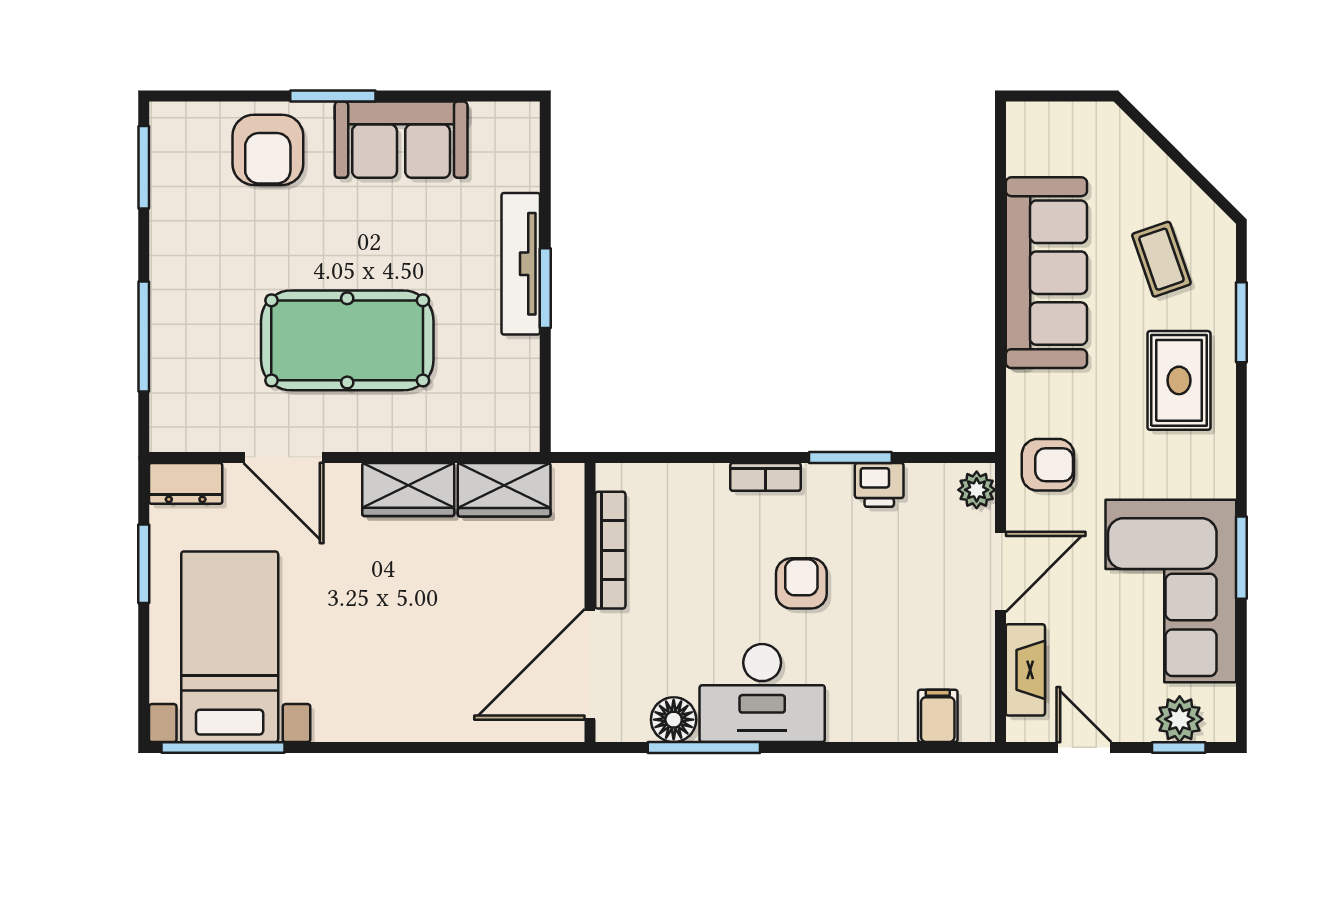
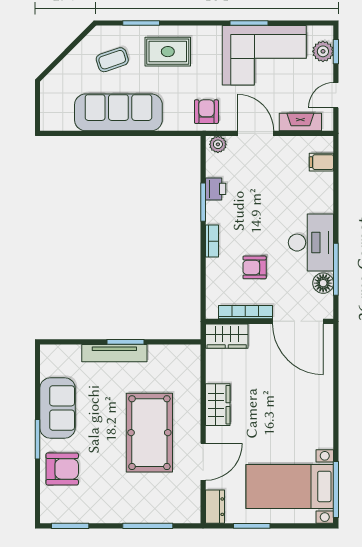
wardrobe: (504, 490) -> (227, 336), moved, turned 90
armchair: (801, 583) -> (255, 267), moved

